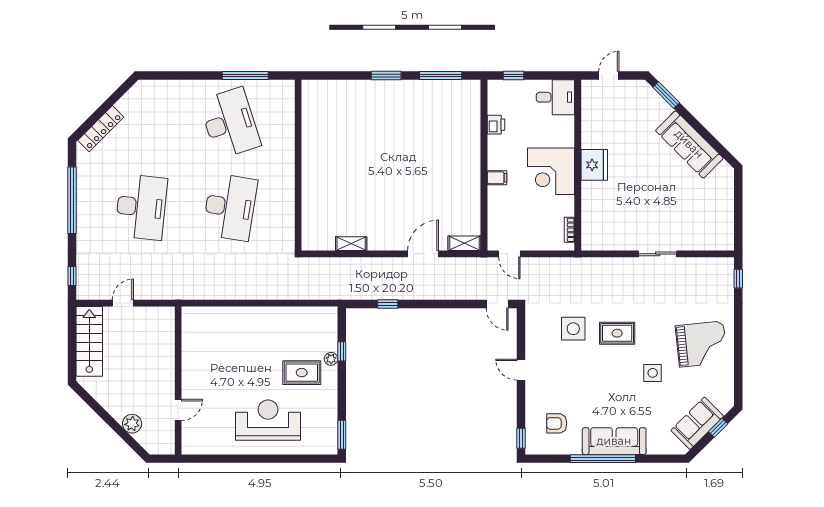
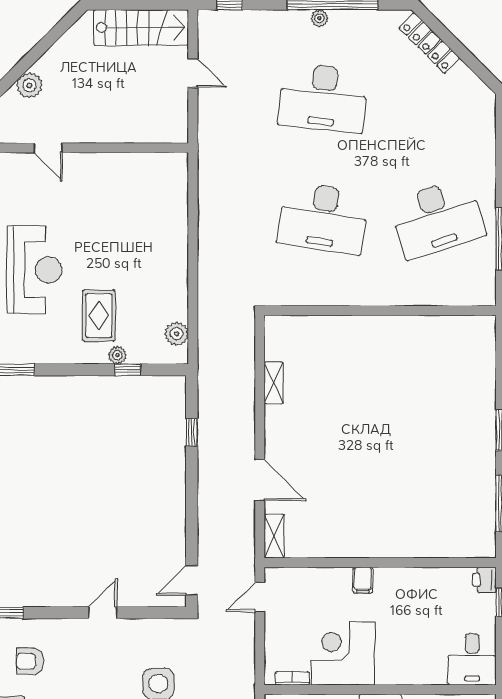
printer: (496, 125) -> (484, 580), moved, turned 90
corner desk: (551, 171) -> (343, 653), moved
plant: (82, 210) -> (319, 18), added
plant: (315, 315) -> (177, 334), added
armchair: (557, 423) -> (30, 661), turned -90

